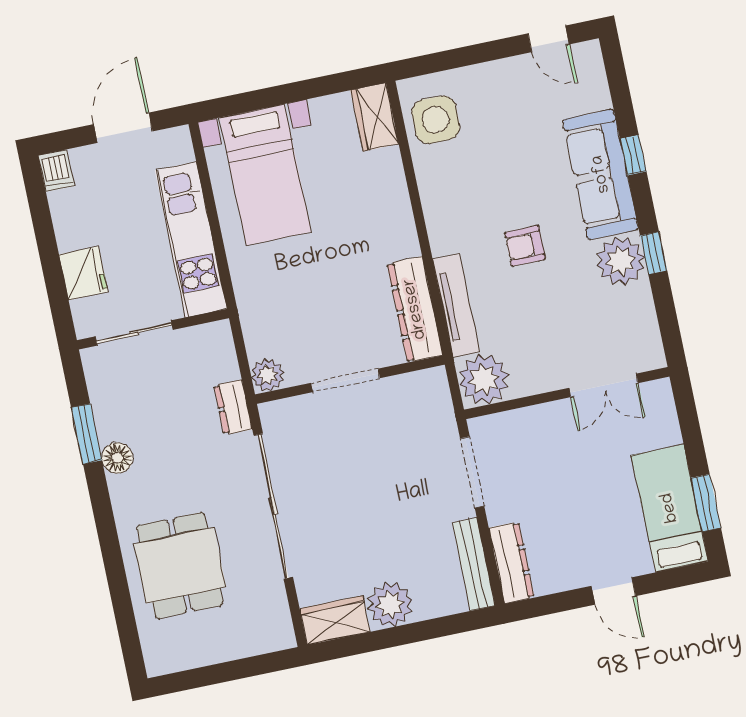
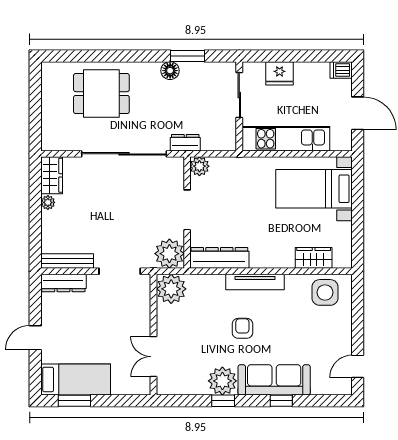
wardrobe: (375, 117) -> (314, 258), moved
tv unit: (456, 305) -> (255, 282), moved
plant: (425, 395) -> (169, 254), added
plant: (390, 605) -> (48, 202), width x0.53, depth x0.53

